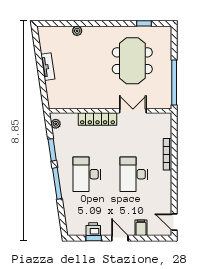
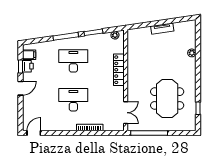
meeting table: (132, 61) -> (167, 99), turned 90
double door: (133, 111) -> (126, 113), moved
filing cabinet: (141, 228) -> (29, 55), moved

